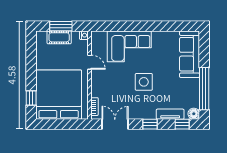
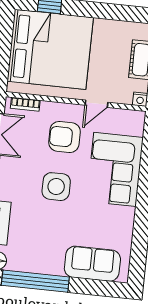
sofa: (190, 54) -> (92, 264), width x0.73
armchair: (112, 80) -> (65, 137), added

